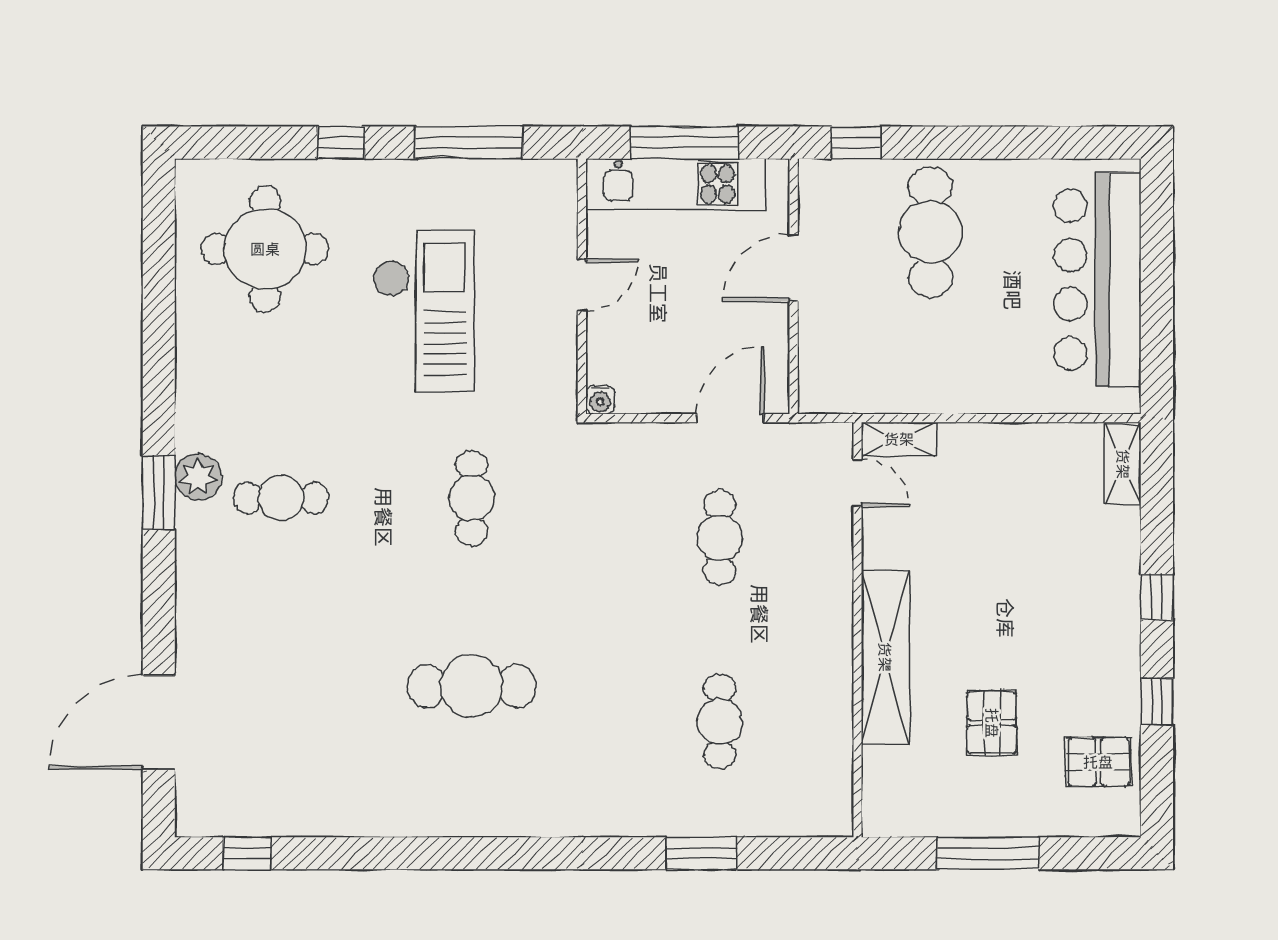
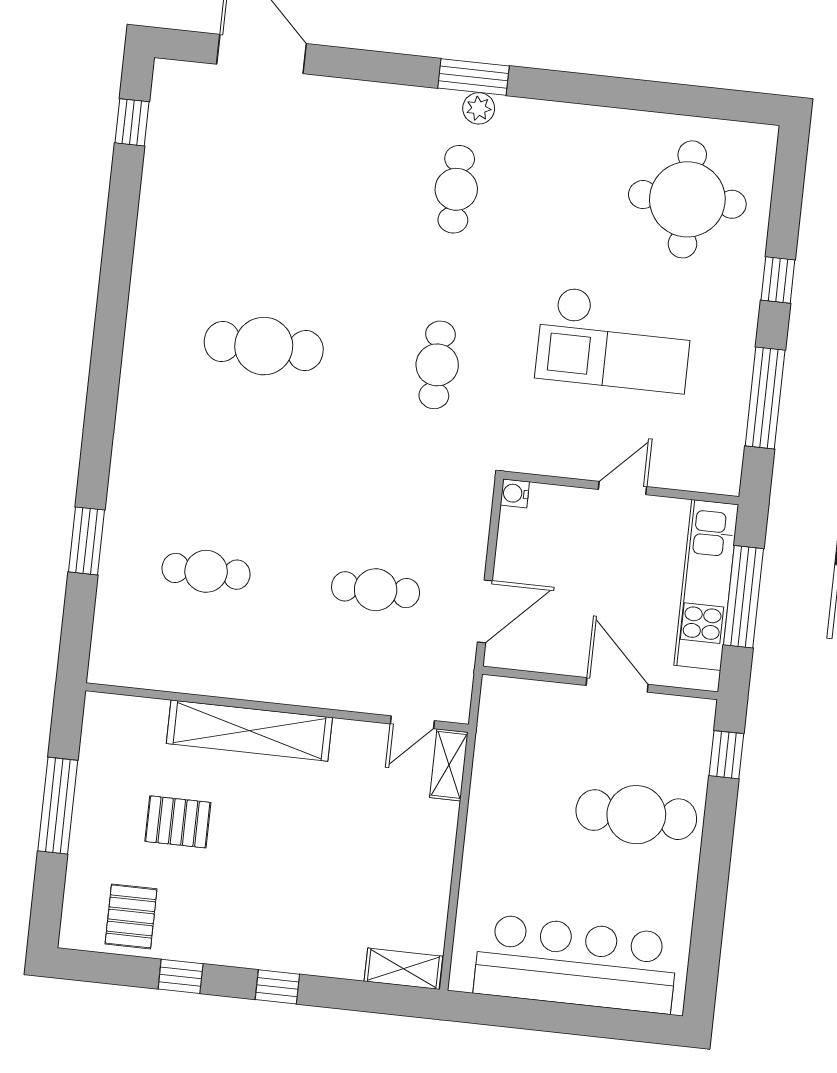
door: (582, 285) -> (622, 488), swing flipped
door: (730, 418) -> (485, 611), hinge flipped
plant: (198, 477) -> (479, 108), width x0.73, depth x0.73
cafe table: (472, 498) -> (437, 365), turned 90
cafe table: (472, 686) -> (264, 346), turned 90

